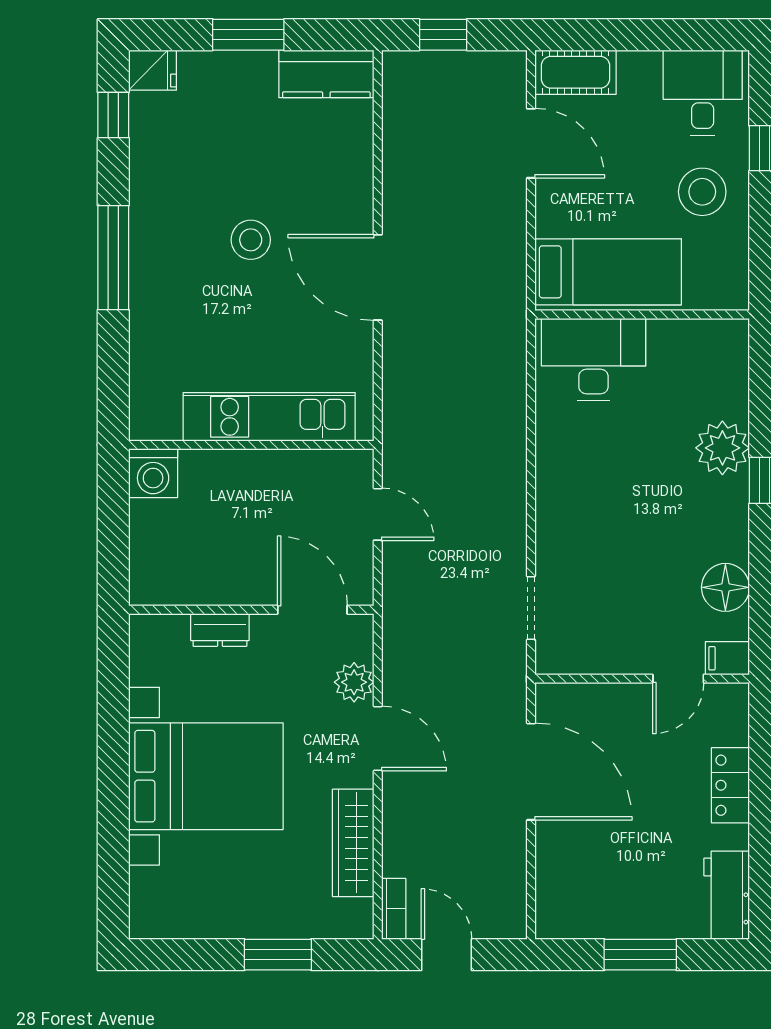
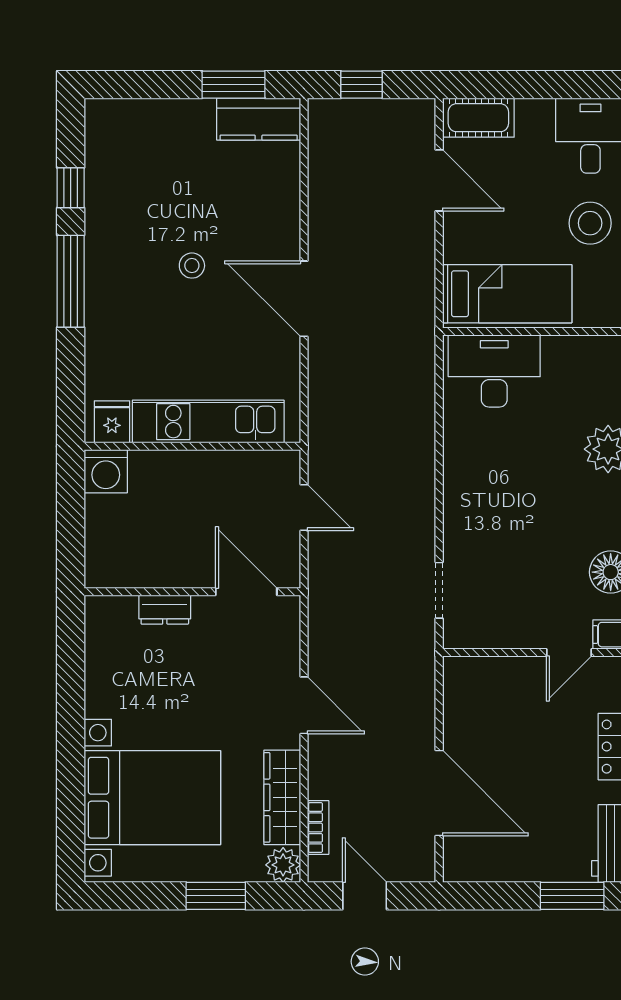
window: (248, 35) -> (233, 85), moved
fridge: (152, 70) -> (112, 422), moved, turned -90
window: (113, 115) -> (71, 188), moved
stool: (251, 240) -> (192, 266), width x0.73, depth x0.73
plant: (354, 682) -> (283, 865), moved
door: (531, 772) -> (439, 793), moved
bed with nightstands: (206, 776) -> (152, 798), moved
bookcase: (394, 909) -> (318, 828), moved
window: (640, 955) -> (572, 896), moved

